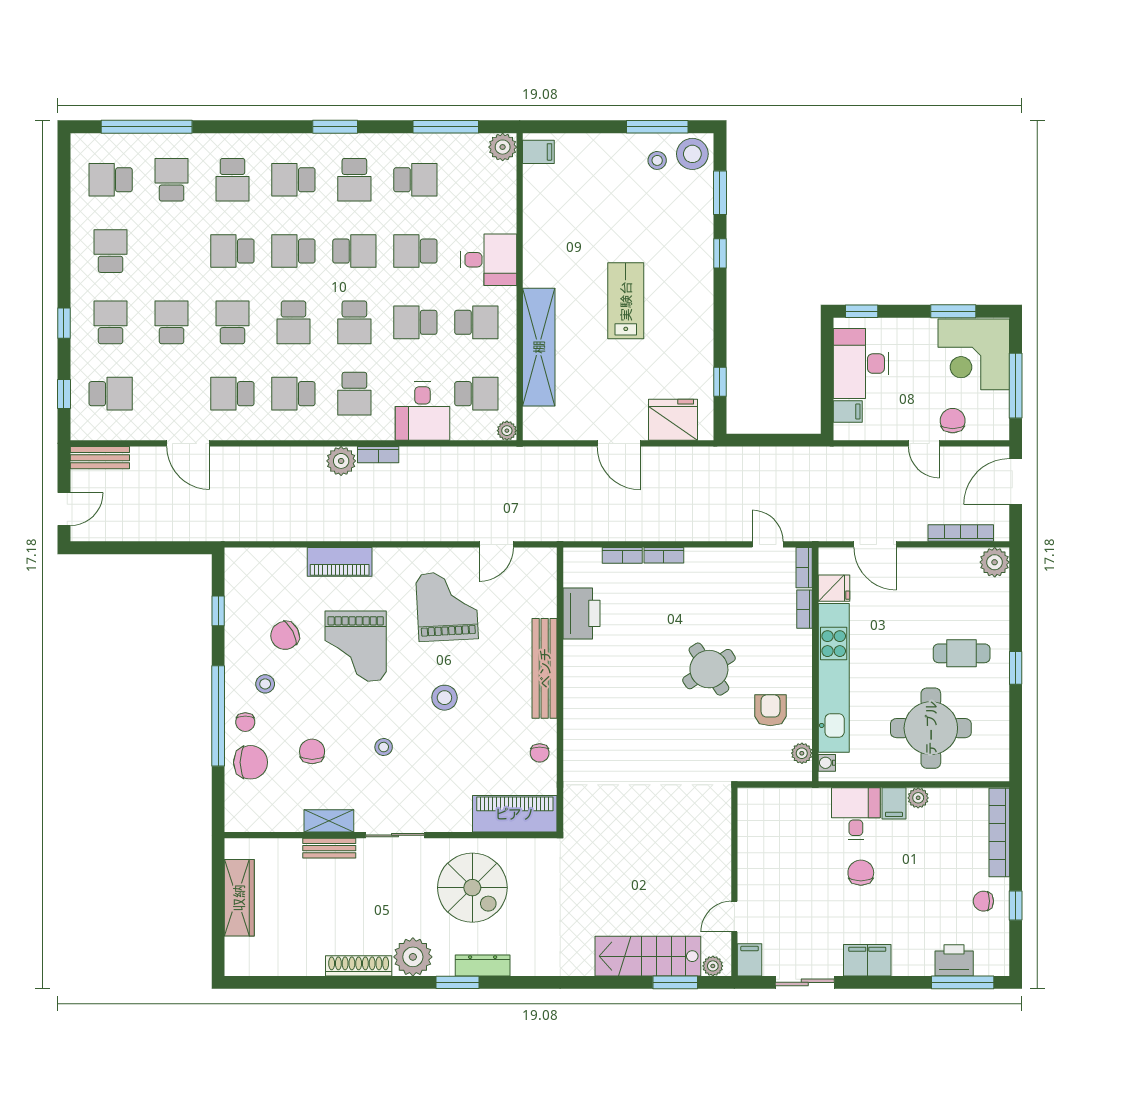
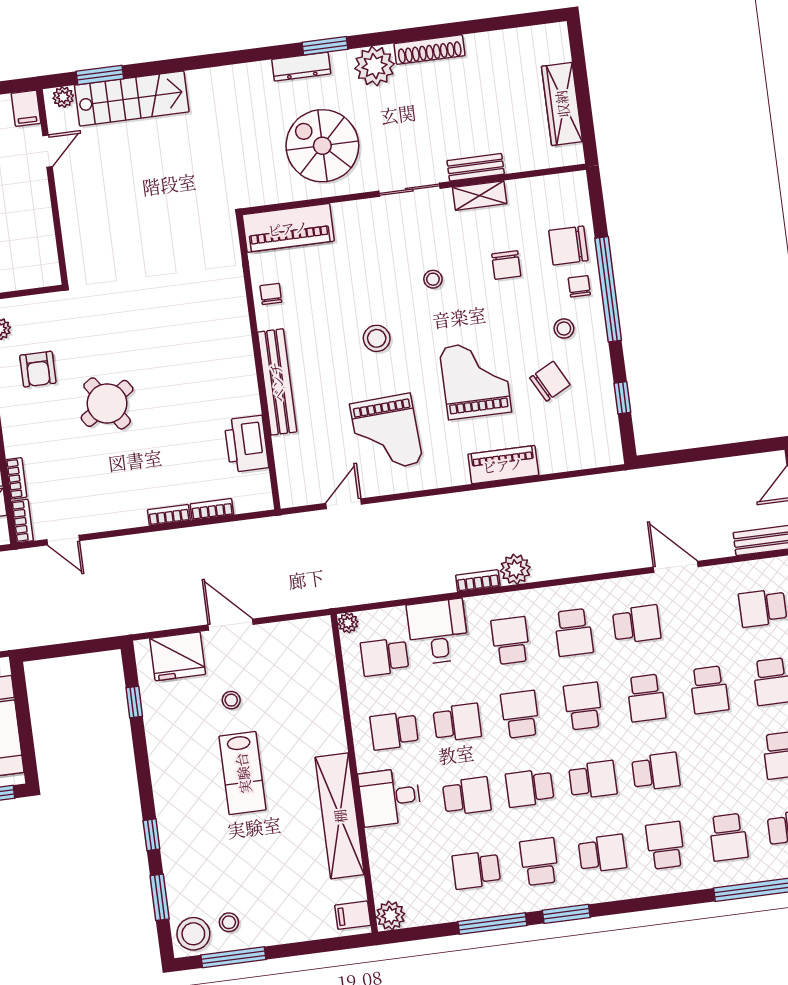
window: (446, 127) -> (492, 924), moved
shelving: (539, 347) -> (340, 816), moved
stool: (627, 372) -> (231, 700), added
school desk: (293, 394) -> (574, 632), turned 90

